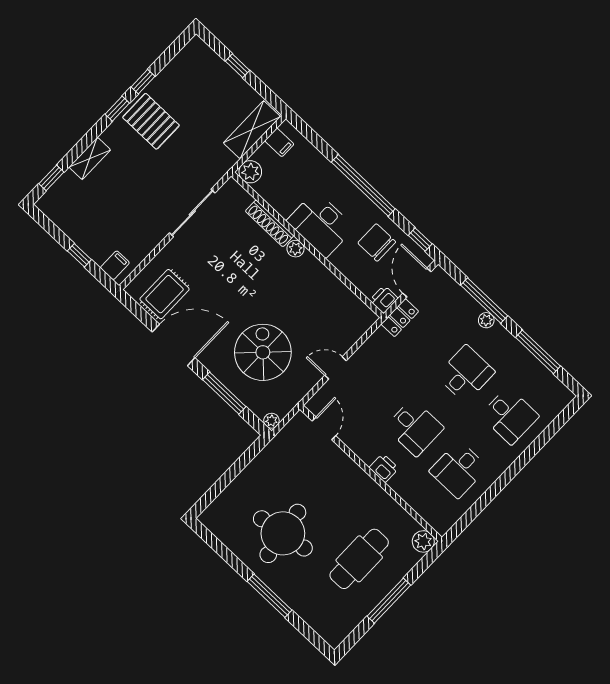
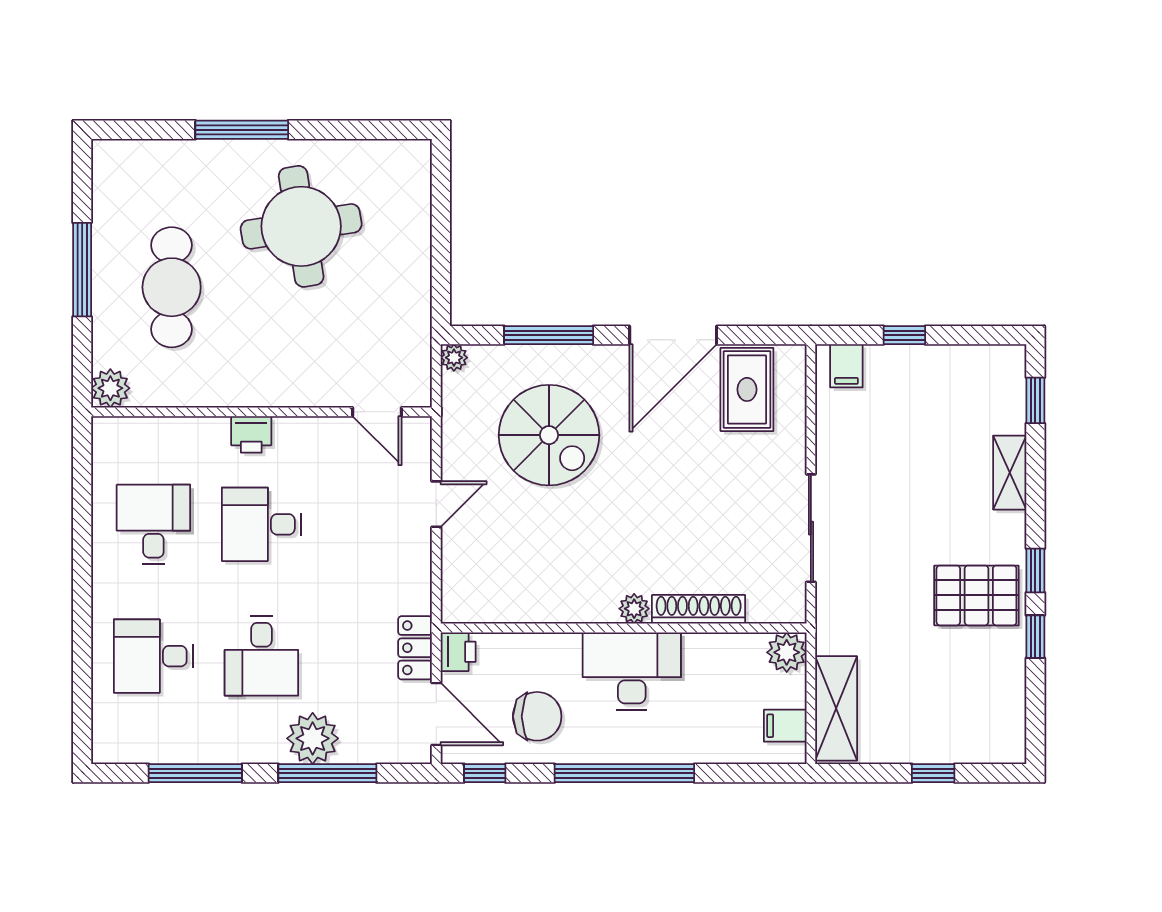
plant: (486, 320) -> (313, 738), width x1.87, depth x1.87

